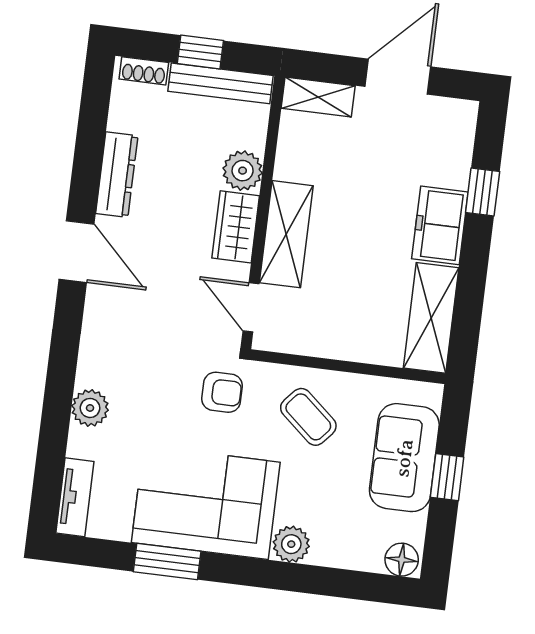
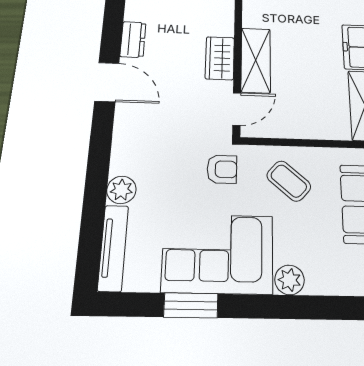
plant: (243, 171) -> (221, 24), removed
dresser: (117, 175) -> (133, 39), width x0.70
door: (251, 307) -> (237, 109), swing flipped
tv unit: (75, 497) -> (113, 248), width x1.41

